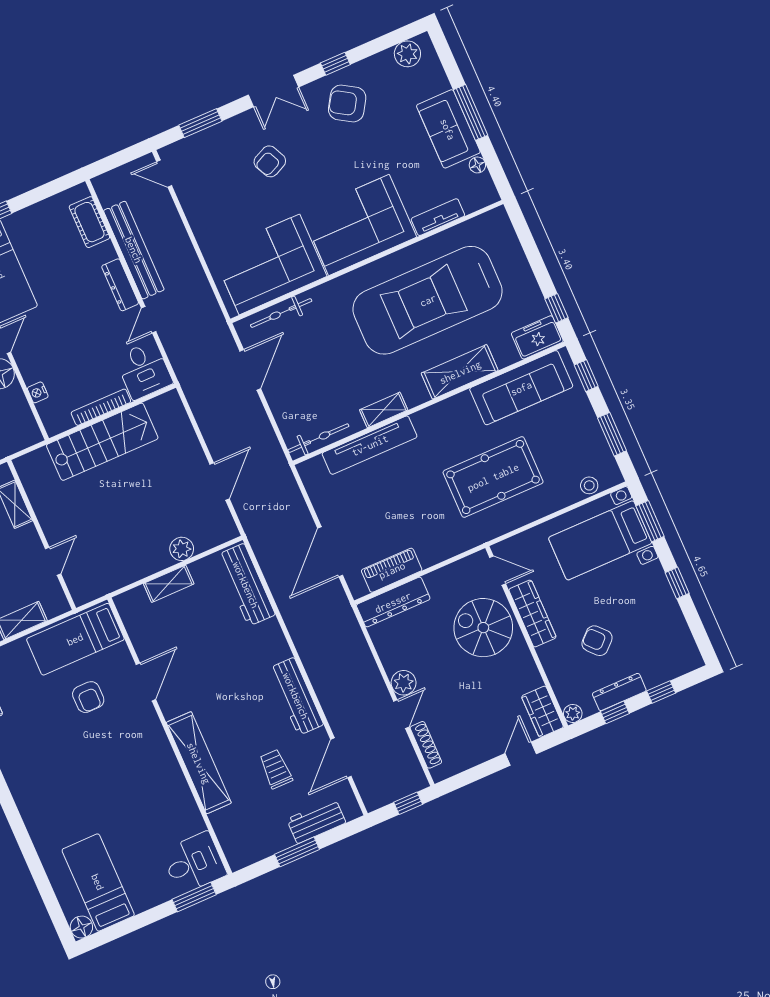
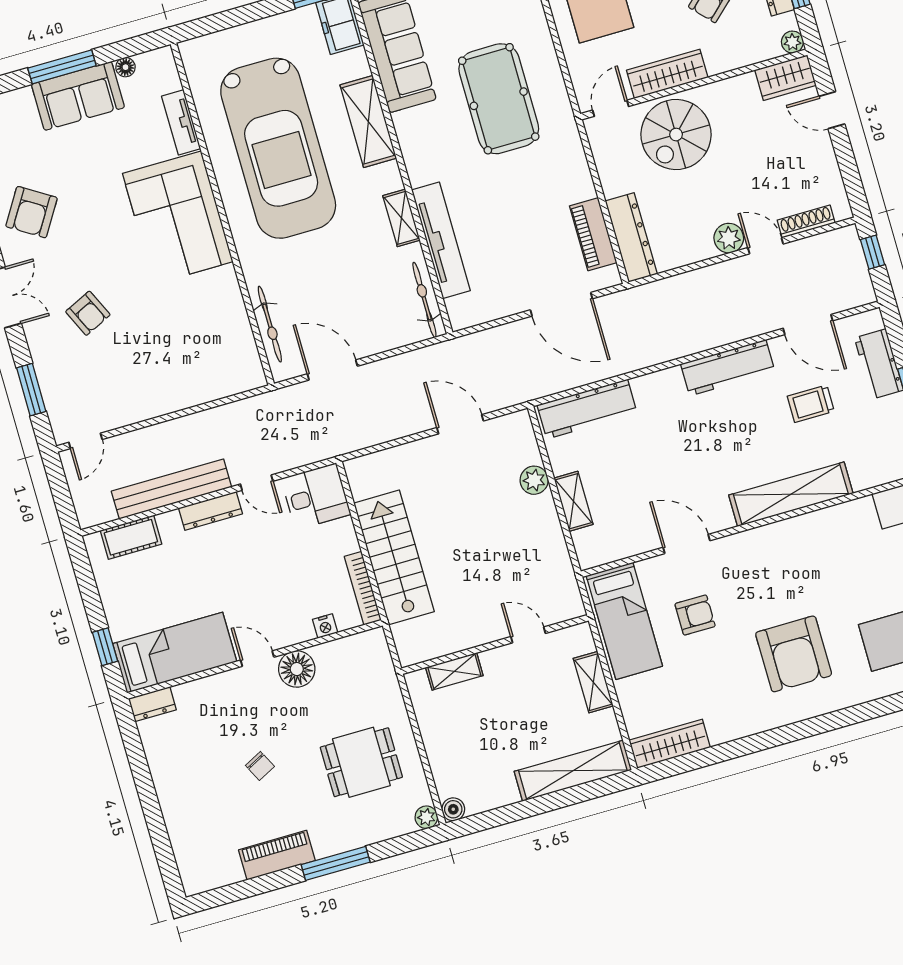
corner sofa: (269, 264) -> (210, 330), removed
bookcase: (101, 407) -> (363, 588), moved
armchair: (67, 783) -> (794, 654), added

